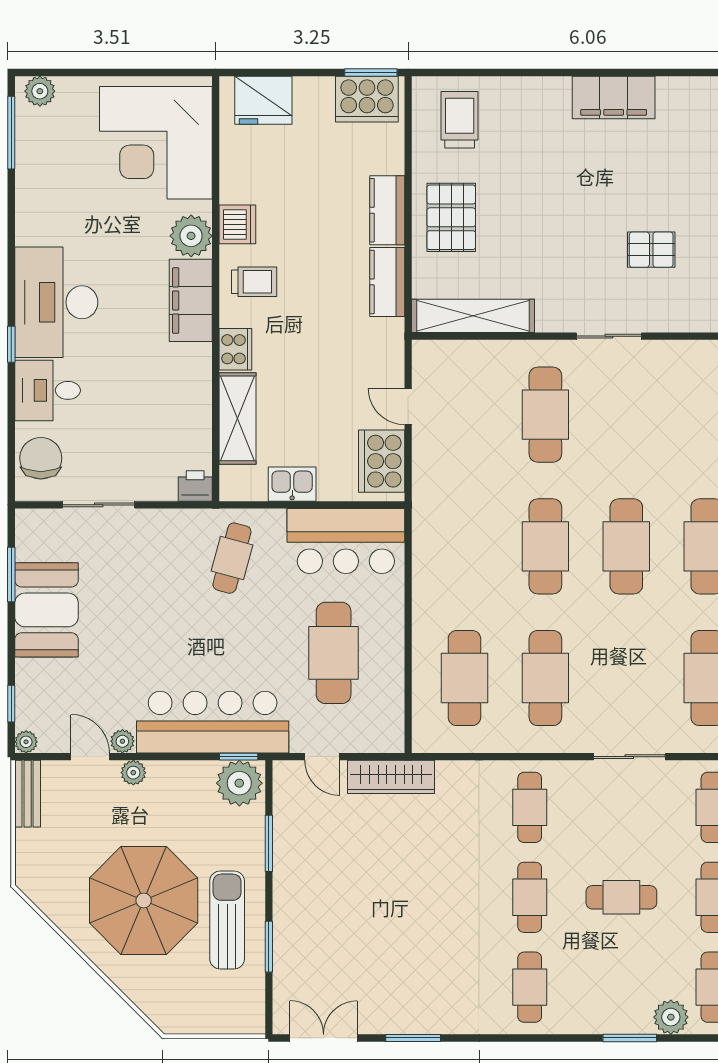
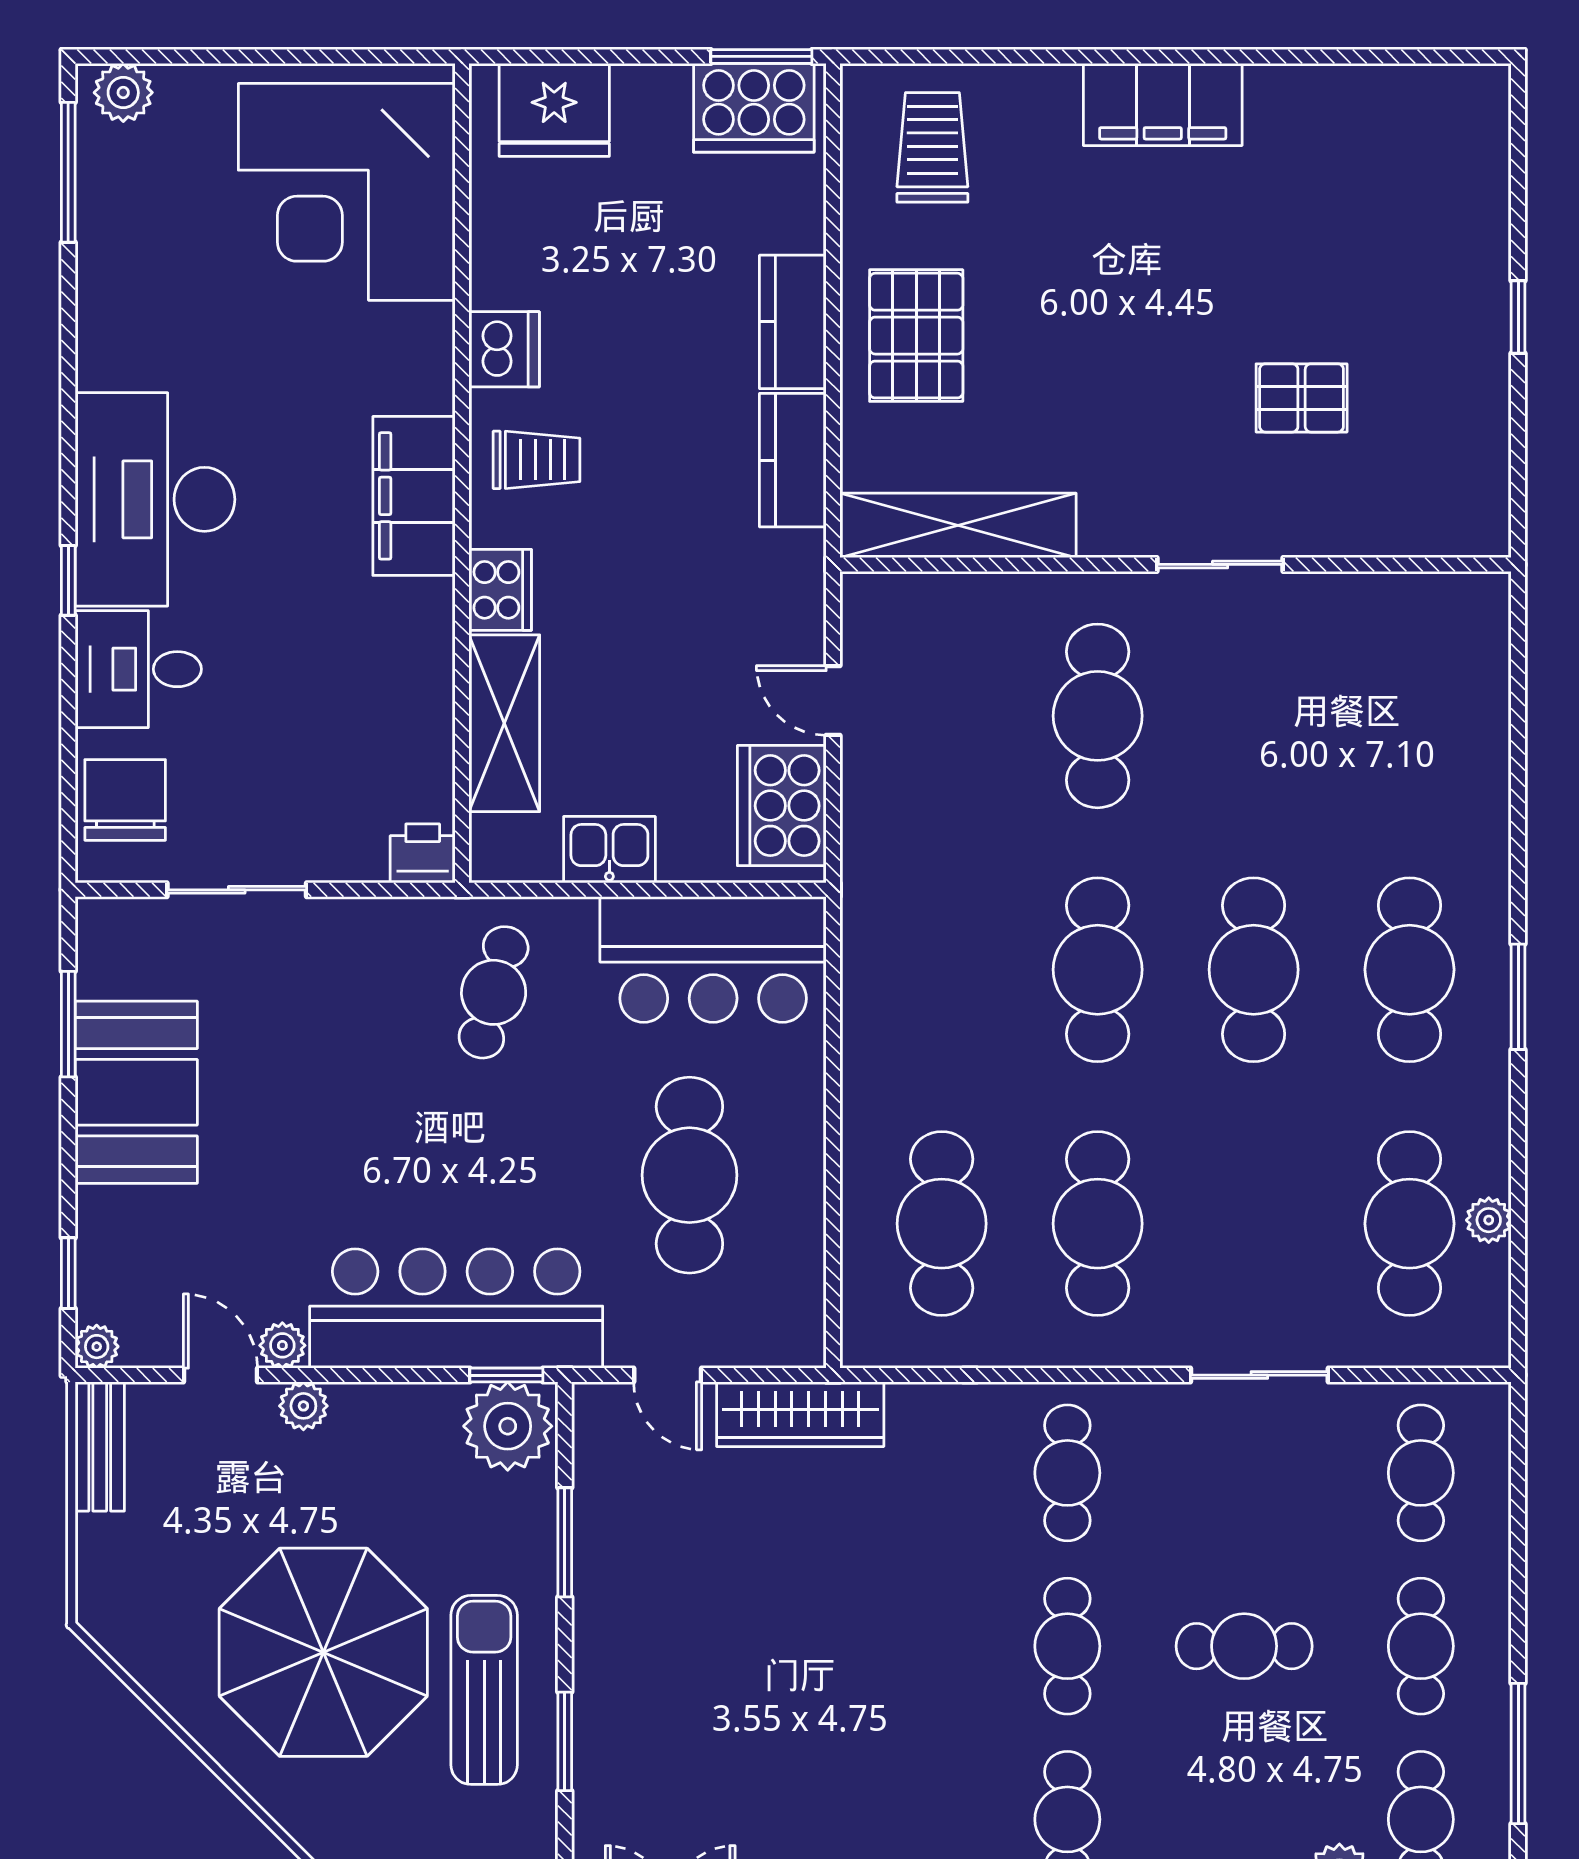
filing cabinet: (614, 97) -> (1163, 104), moved
plant: (191, 236) -> (415, 371), removed

